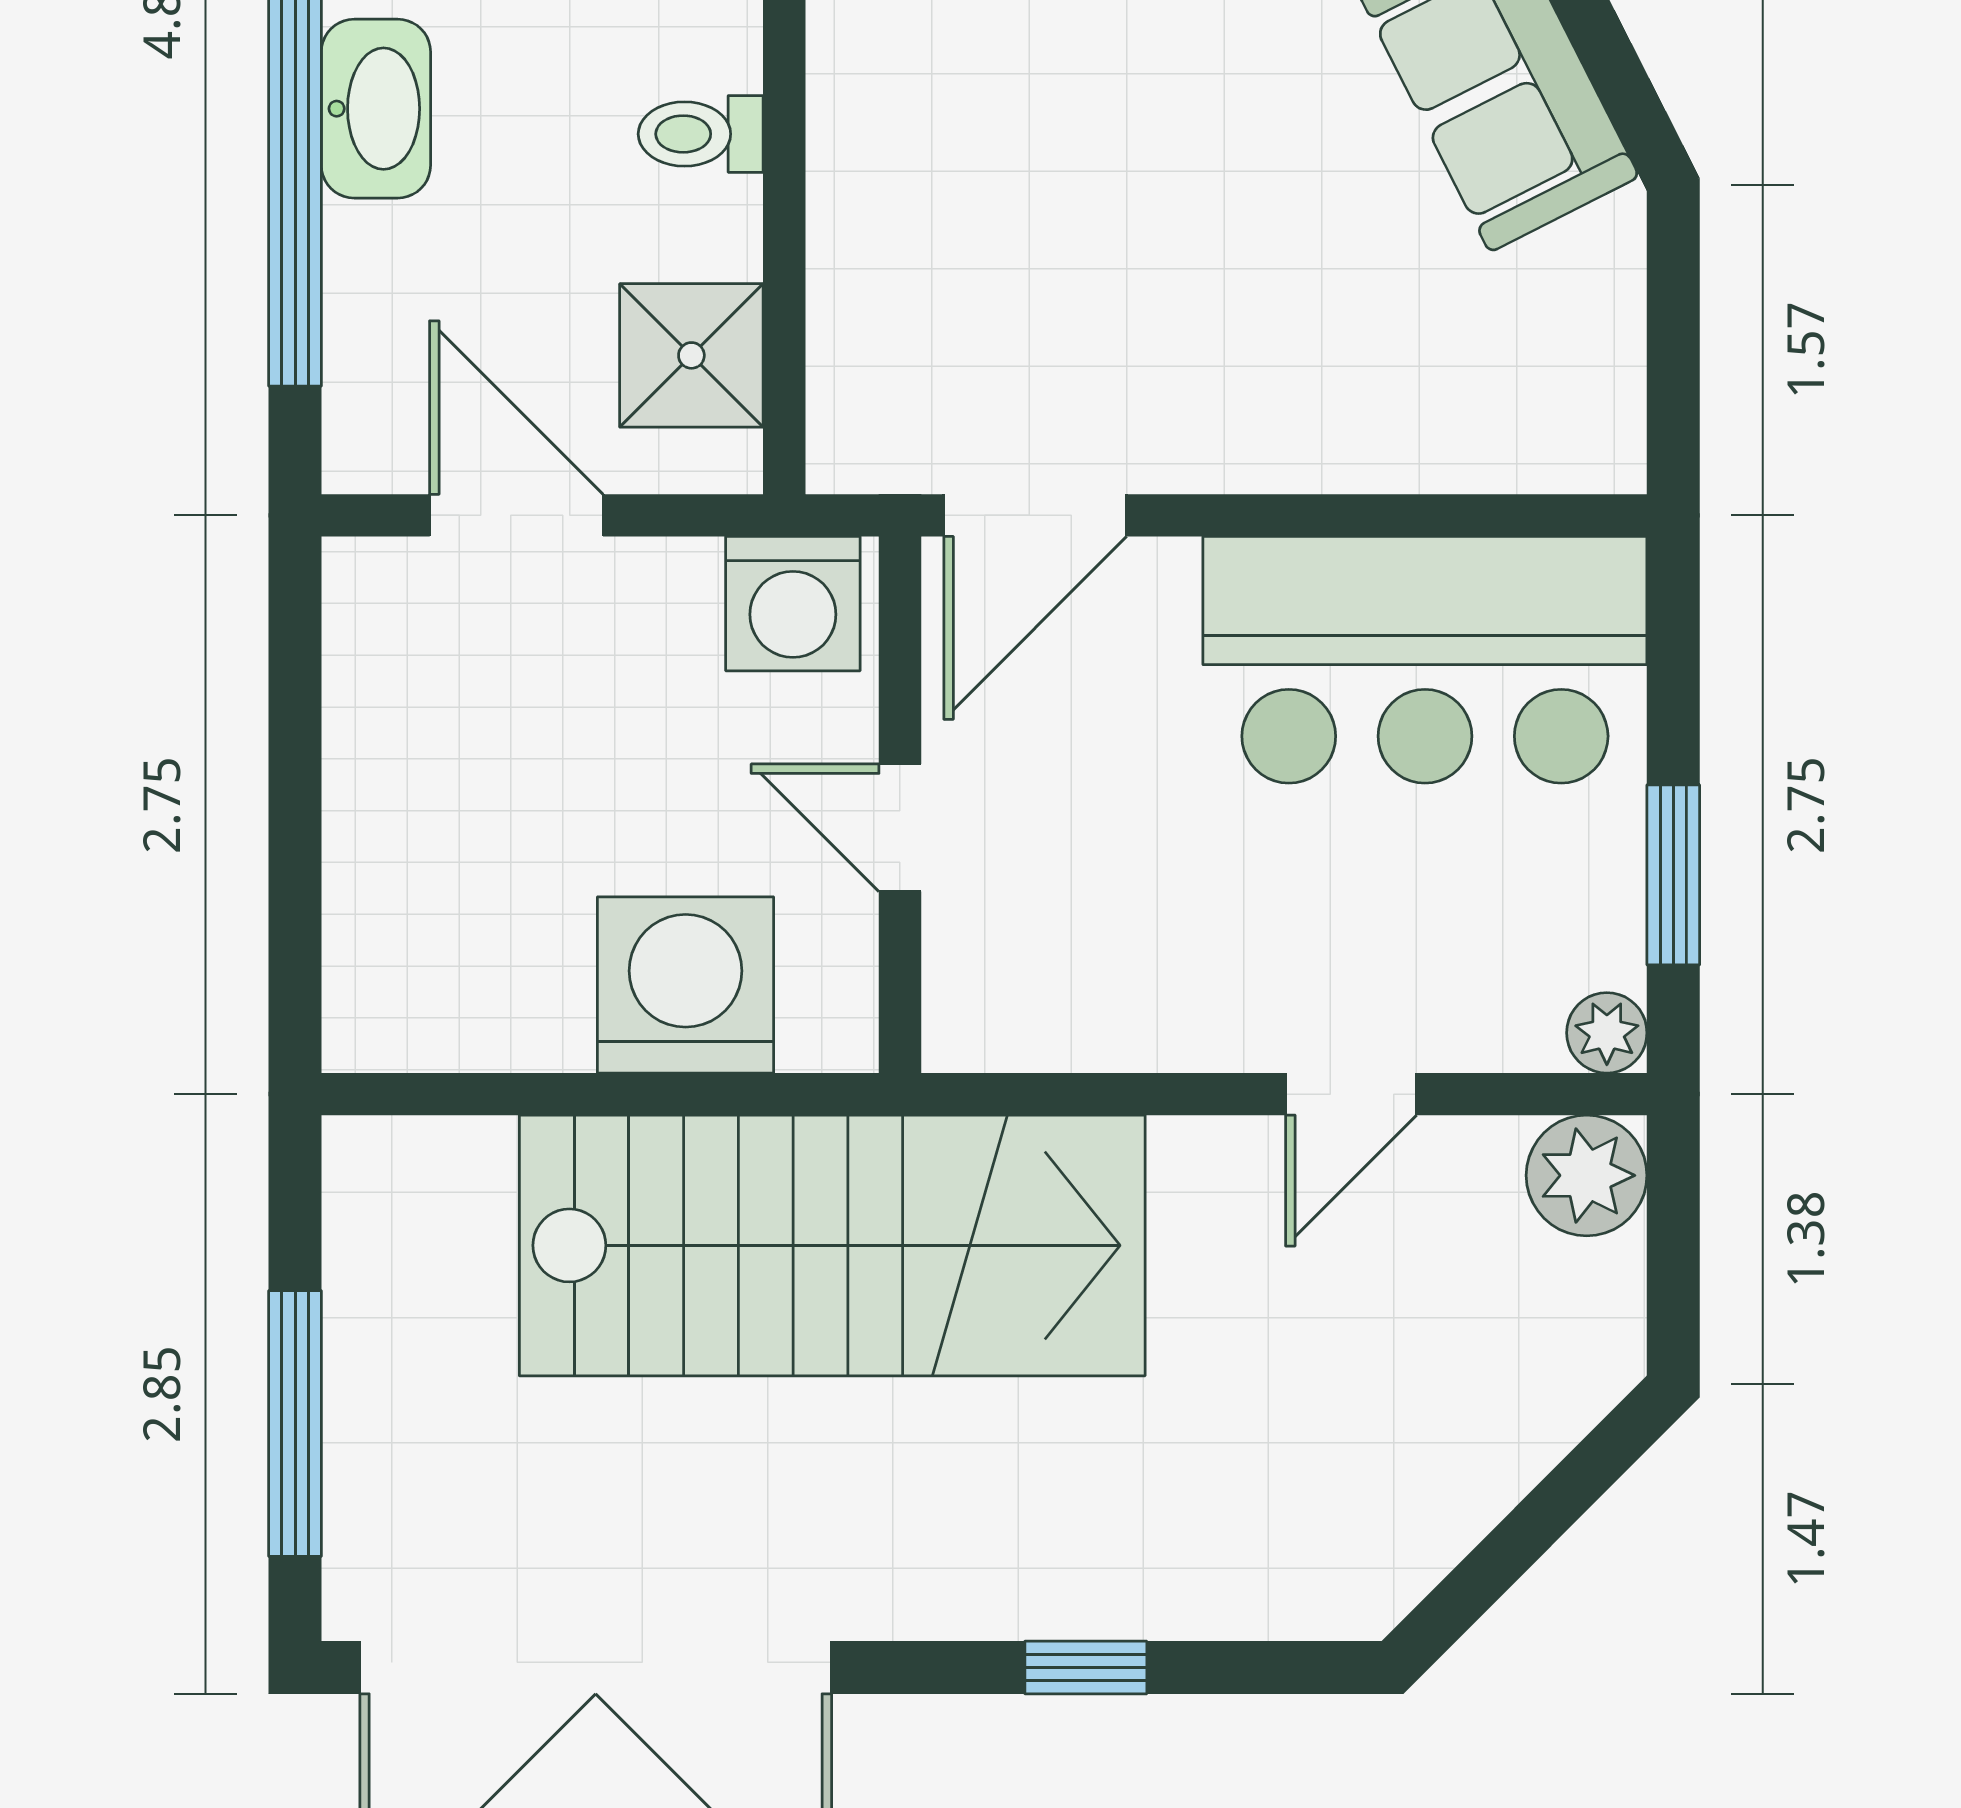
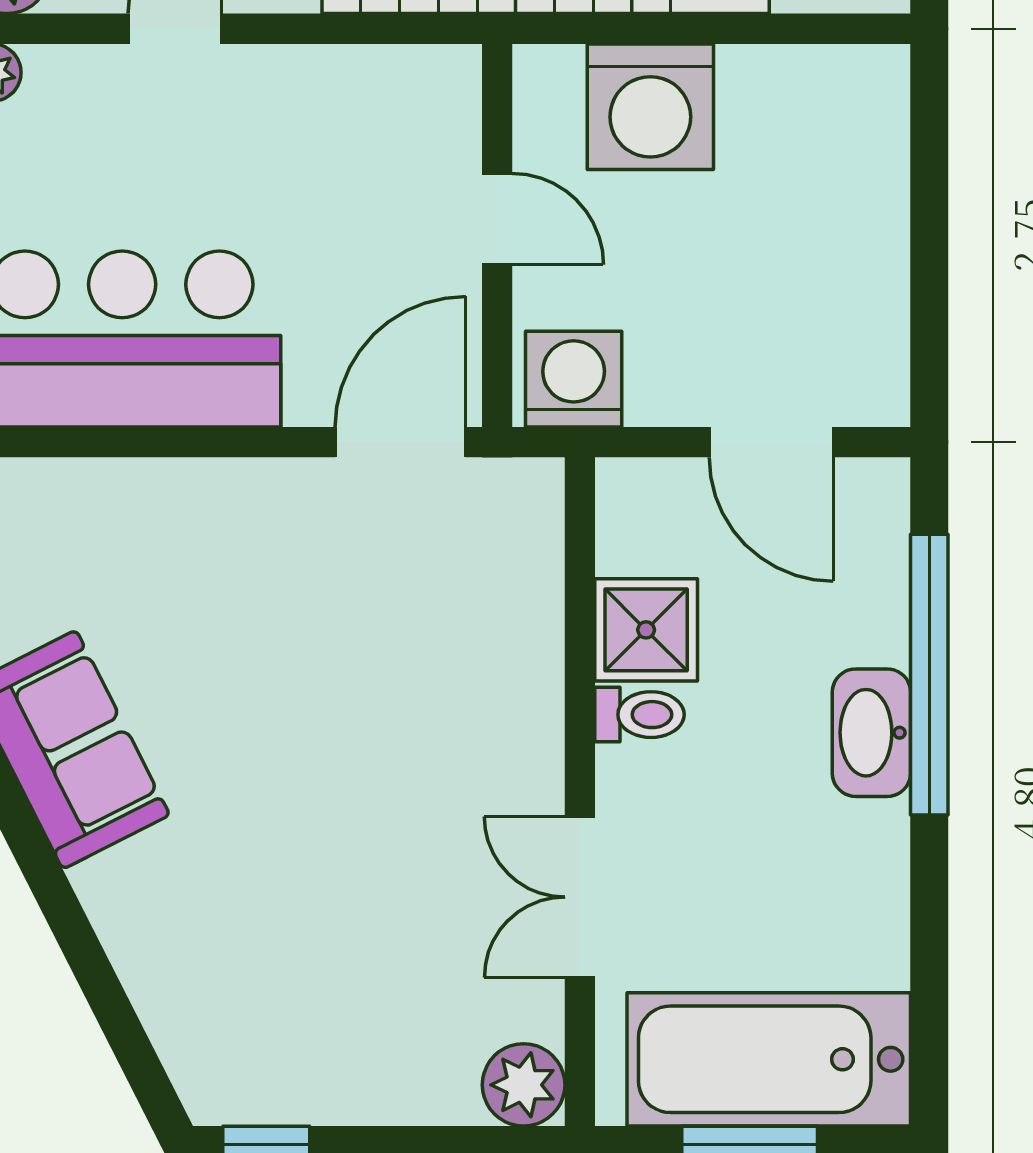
shower: (691, 355) -> (646, 630), moved

